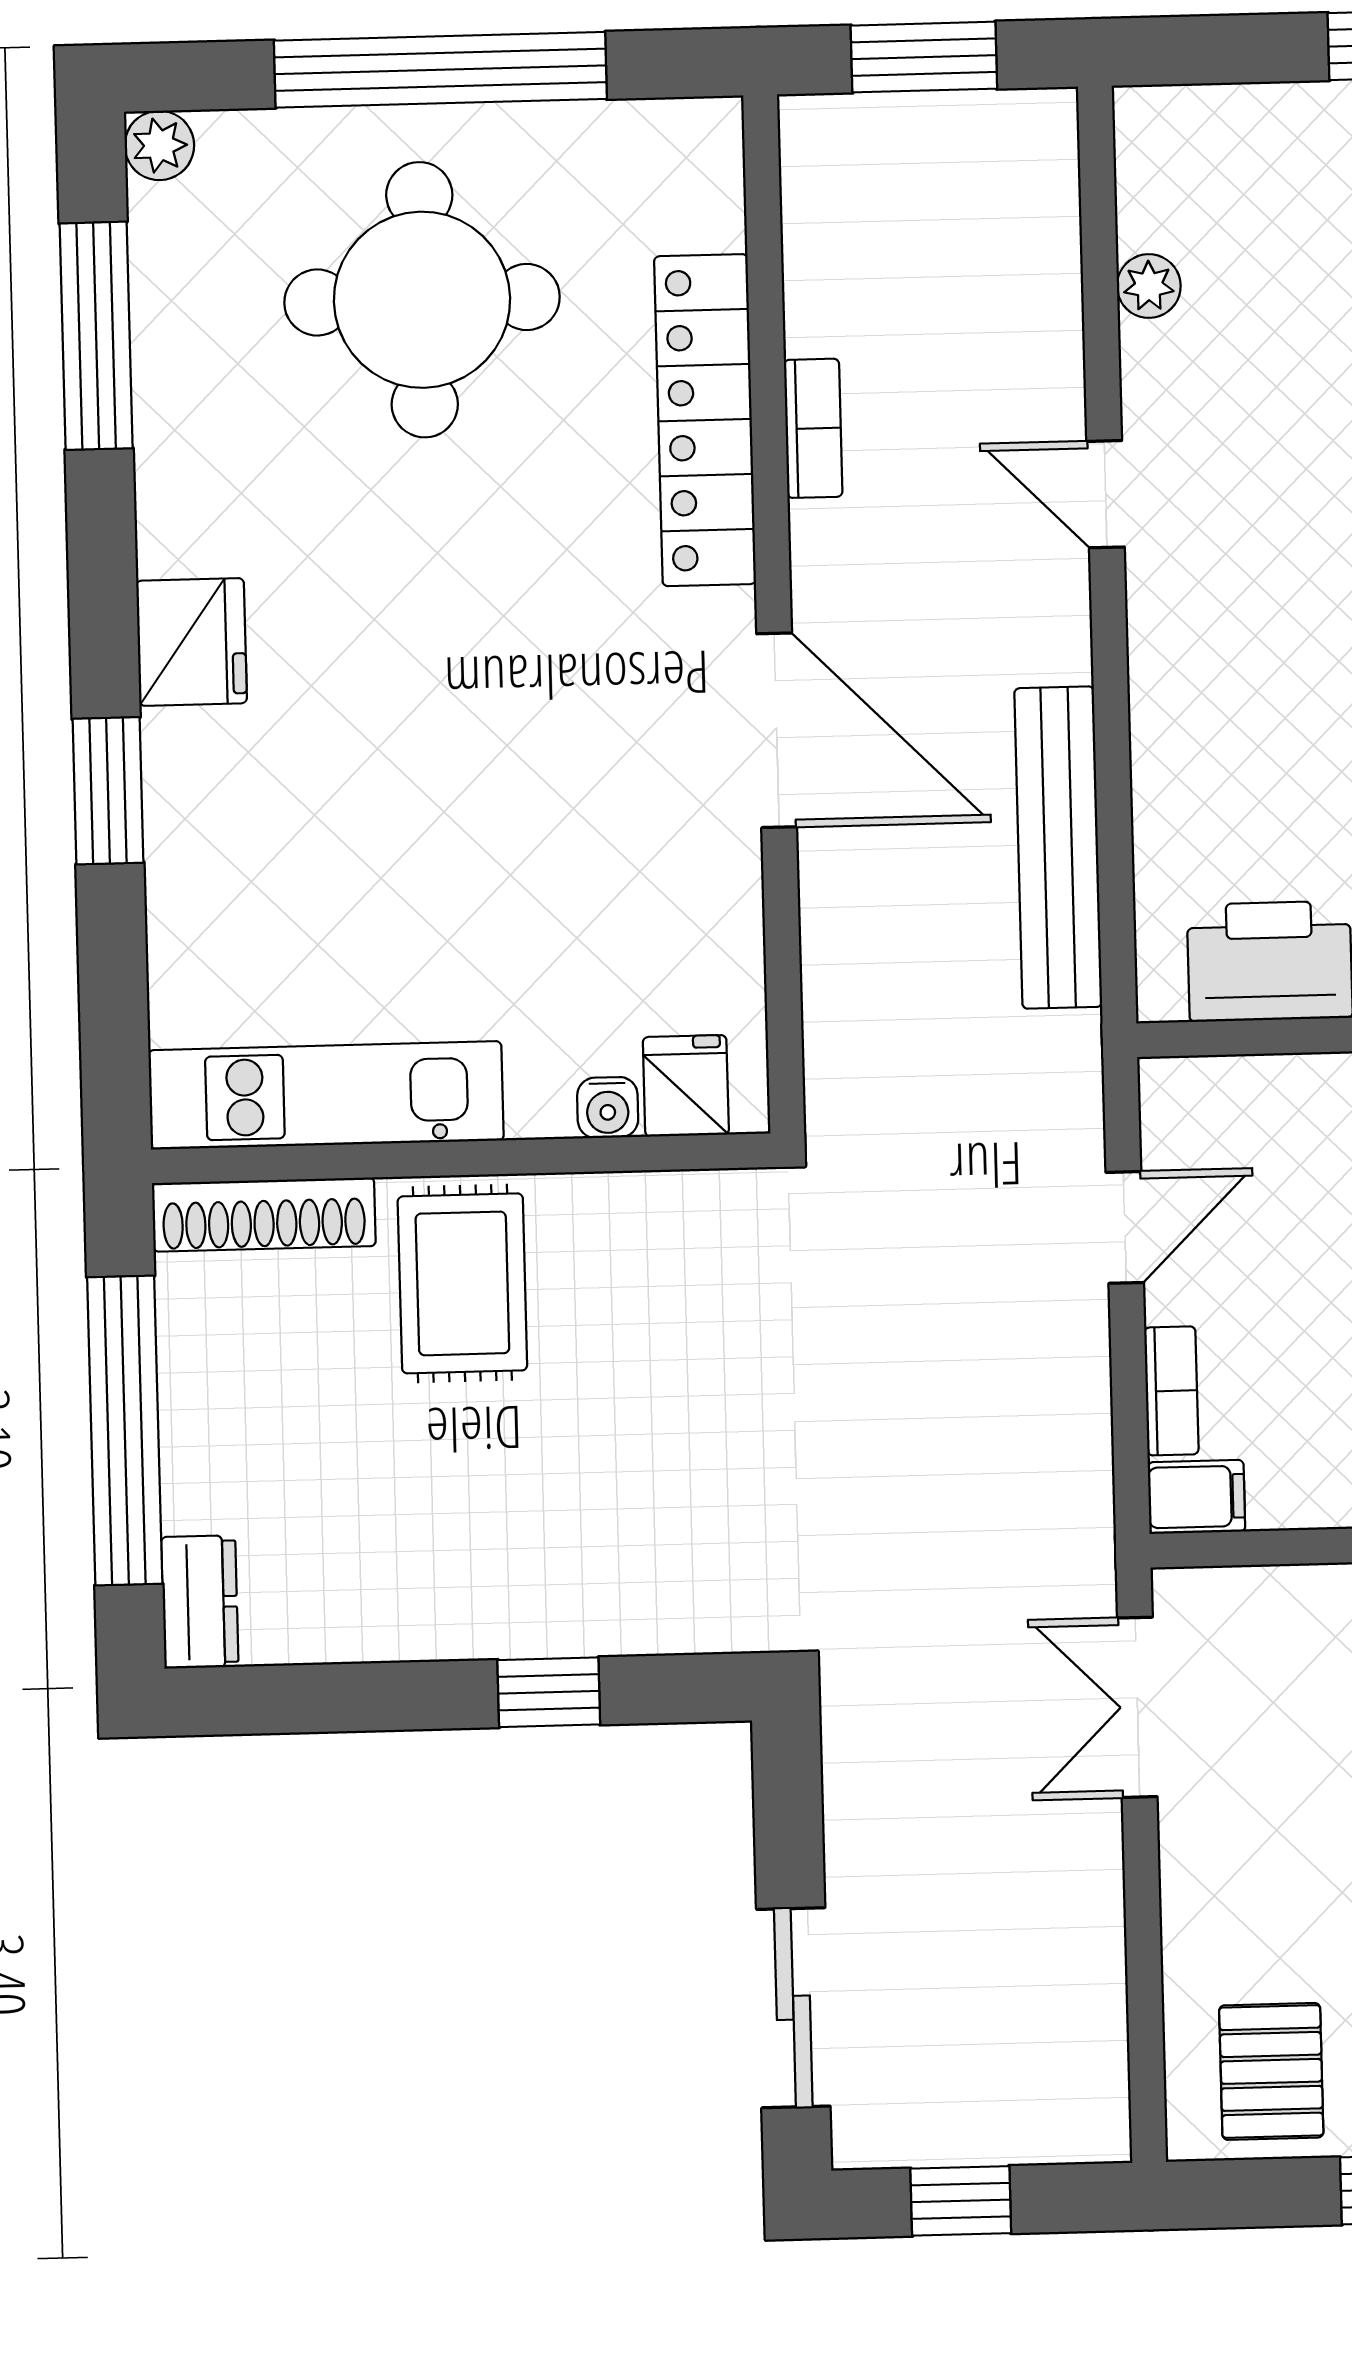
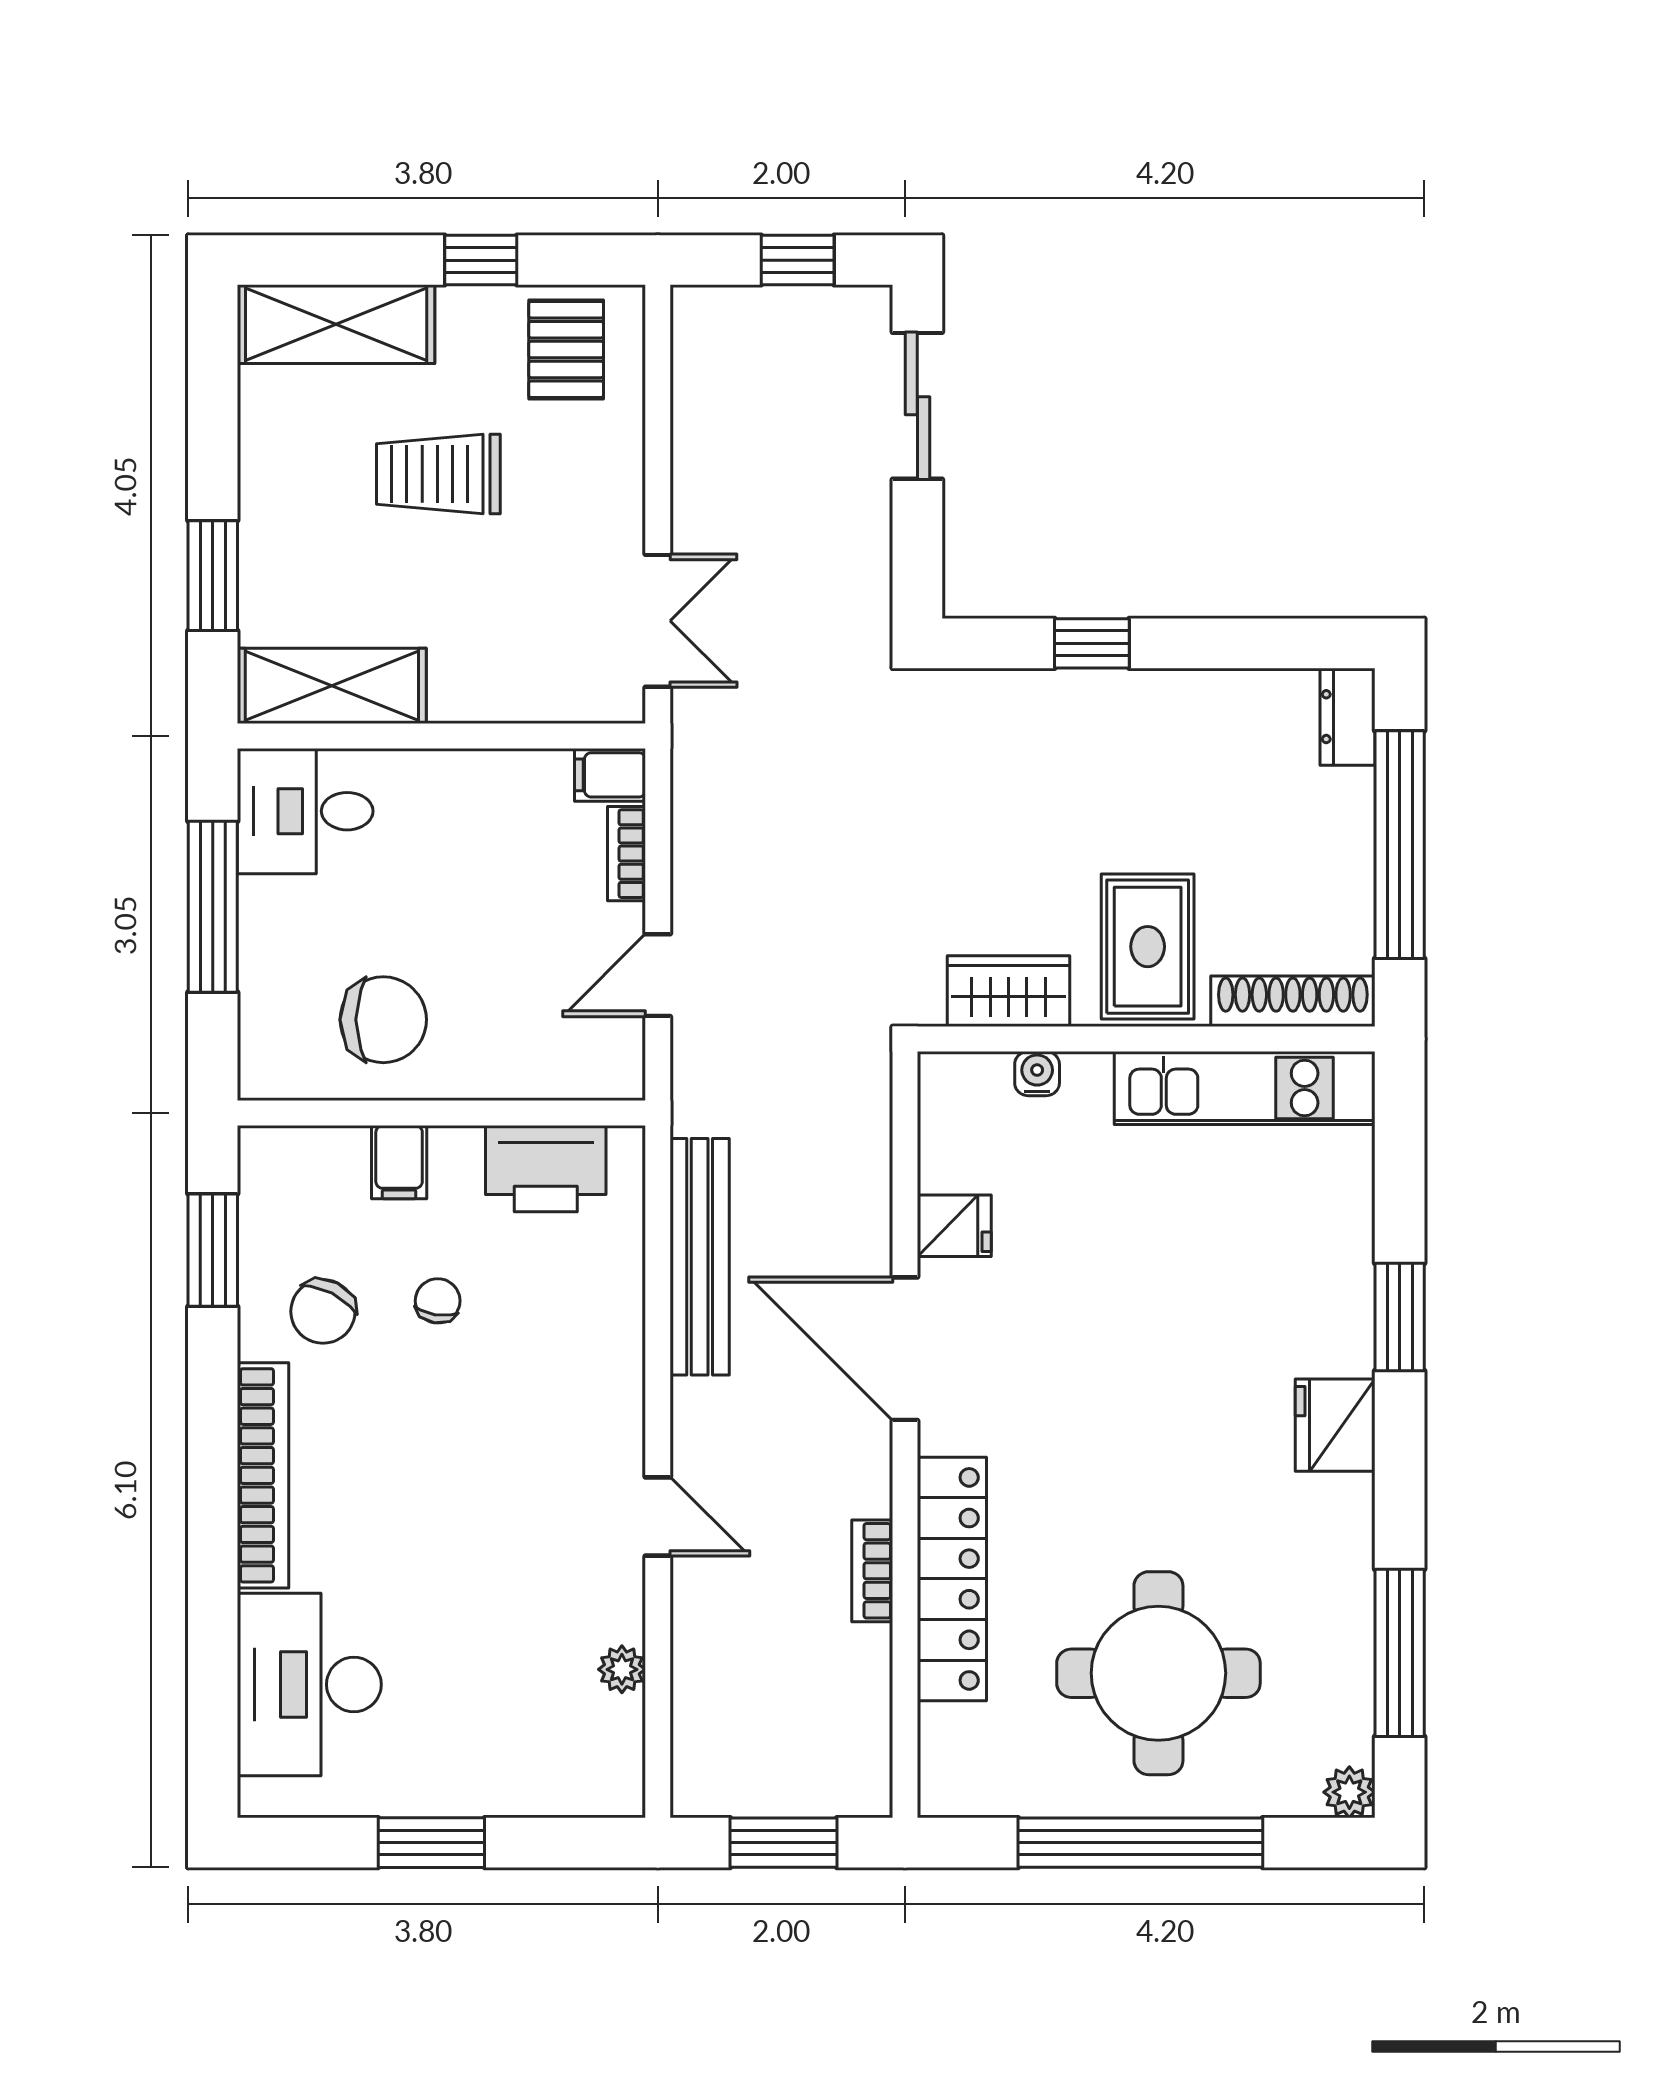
fridge: (686, 1086) -> (954, 1226), moved, turned -90
wardrobe: (649, 1218) -> (1008, 991), added

